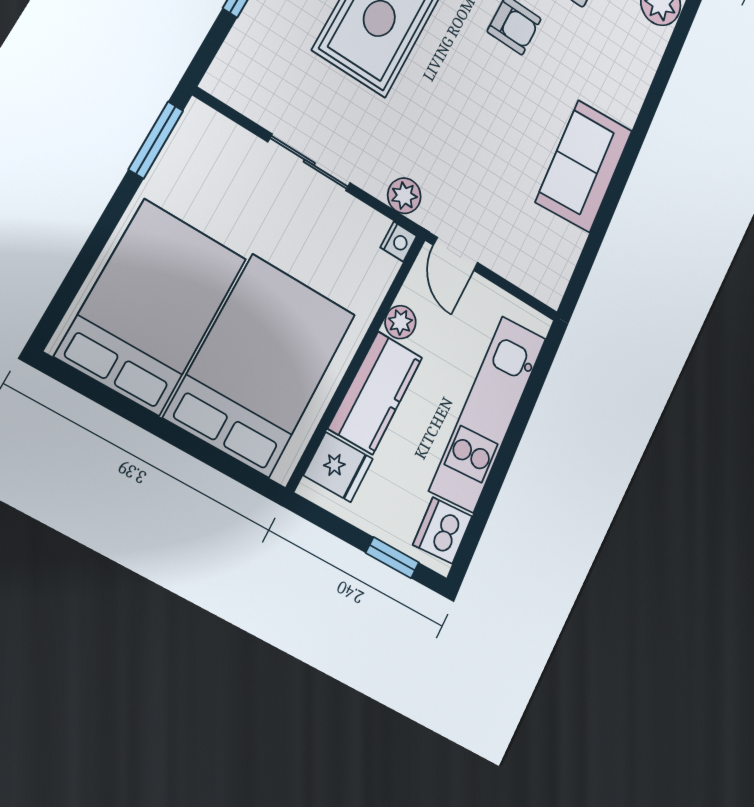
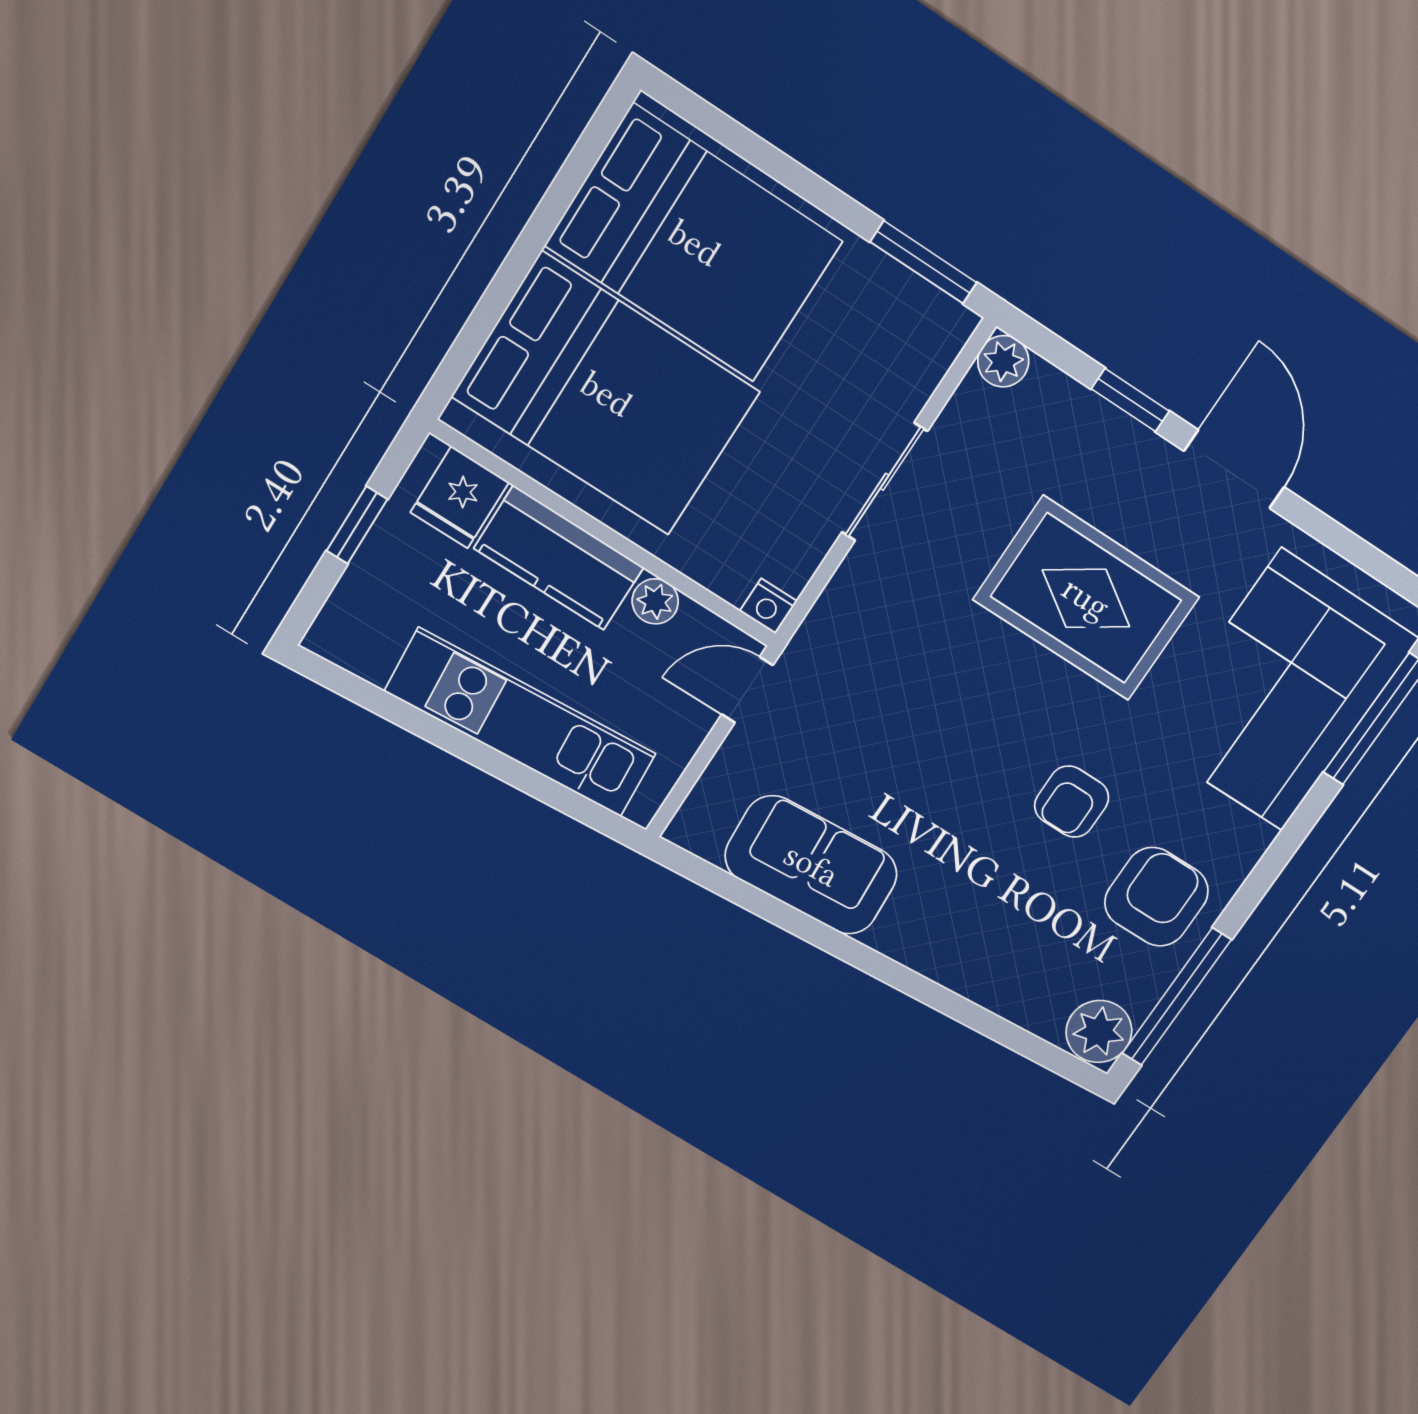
sofa: (584, 166) -> (811, 865), moved
plant: (404, 196) -> (1003, 361), moved
dishwasher: (443, 530) -> (363, 644), removed
window: (392, 558) -> (357, 525), moved

